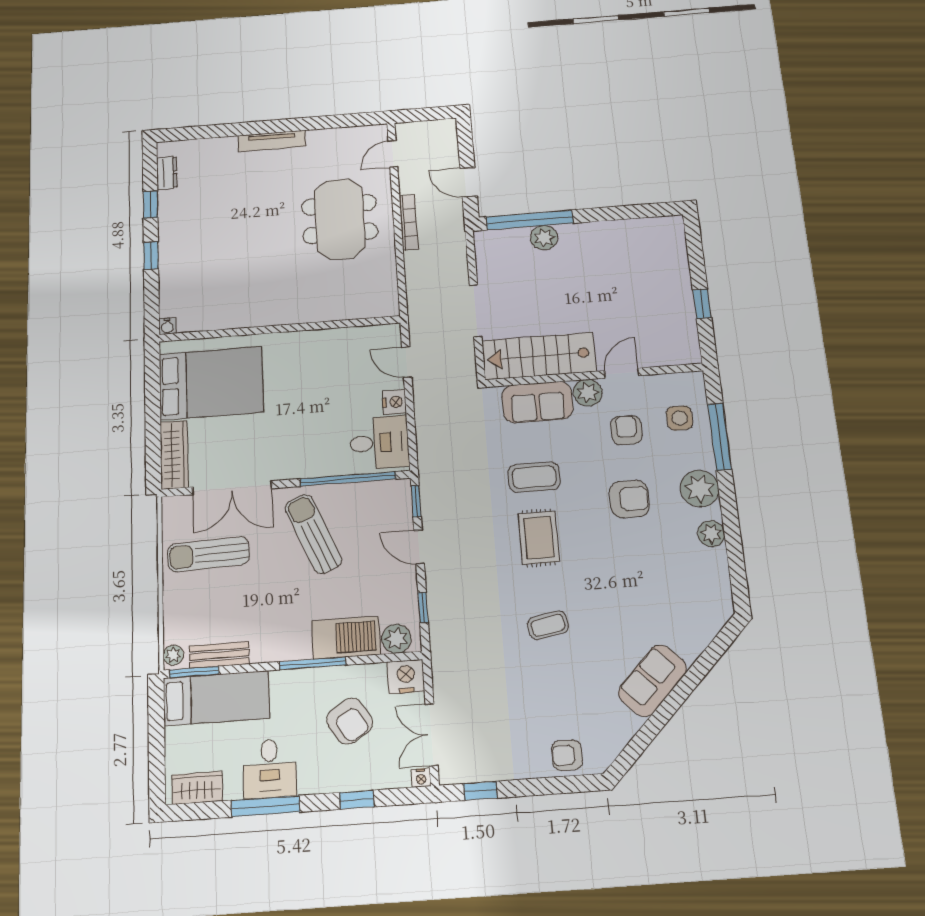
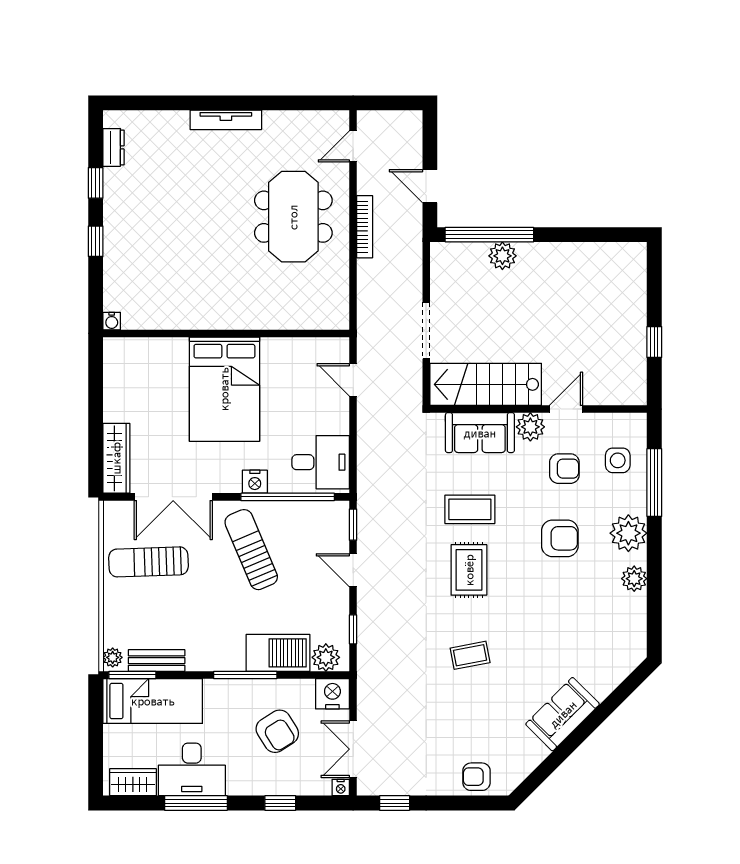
bed: (211, 383) -> (224, 389), moved, turned 90
nightstand: (394, 402) -> (255, 482), moved, turned 90
armchair: (626, 430) -> (564, 469), turned 90
desk: (270, 769) -> (192, 769), width x1.37

